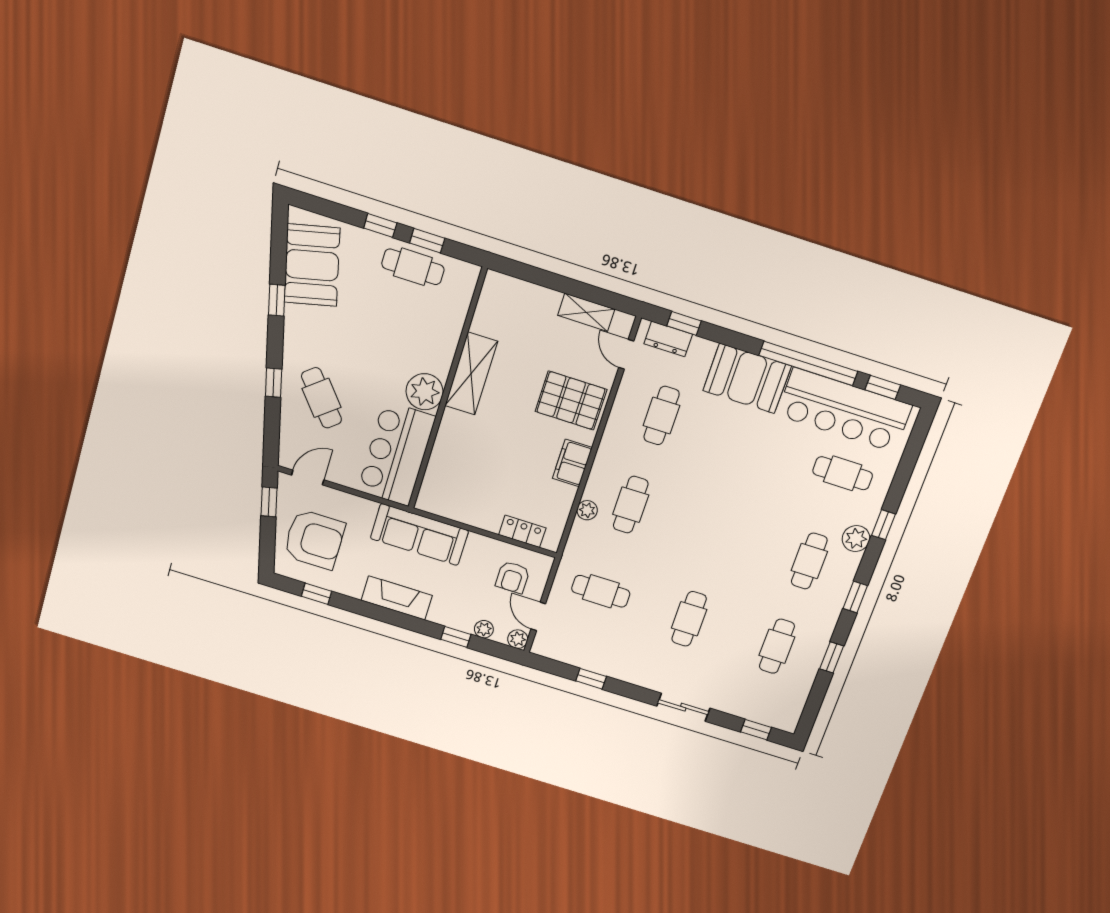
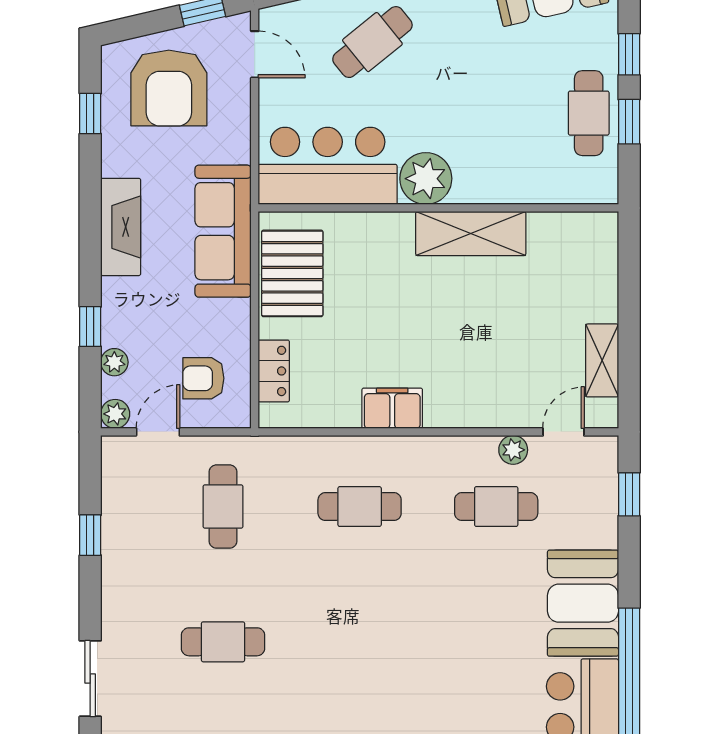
dresser: (668, 339) -> (602, 481), removed
pallet: (571, 400) -> (292, 273), moved
plant: (587, 510) -> (513, 450), moved

